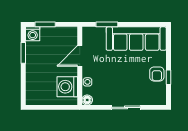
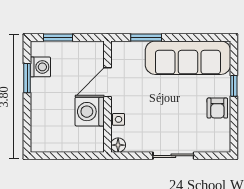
washing machine: (33, 34) -> (40, 67), moved, turned -90
window: (168, 77) -> (234, 86), moved
washing machine: (67, 87) -> (90, 112), moved

